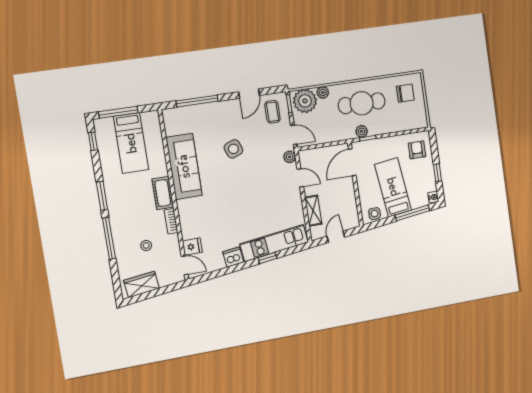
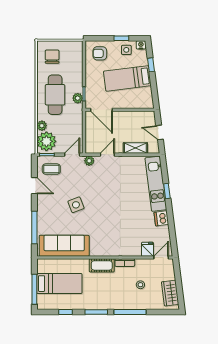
window: (93, 141) -> (65, 312), moved
sofa: (184, 166) -> (64, 246), moved
window: (412, 213) -> (151, 65), width x0.46
side table: (375, 214) -> (126, 50), moved

